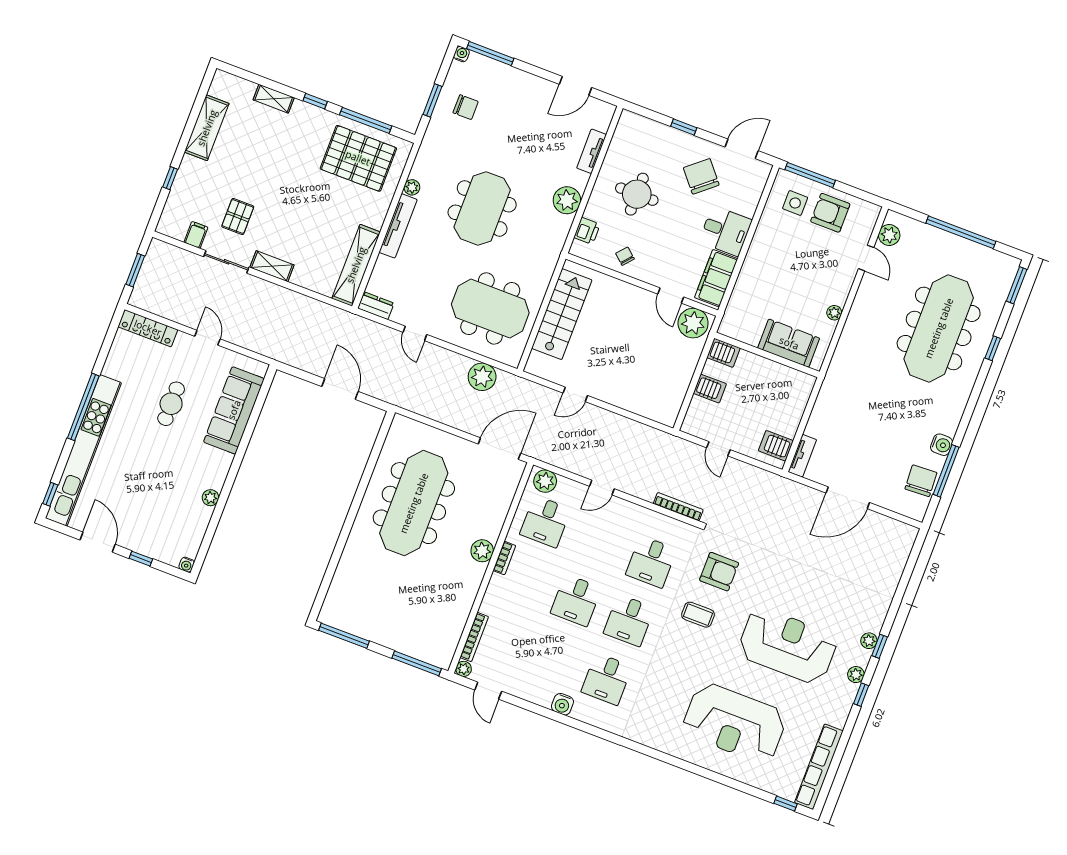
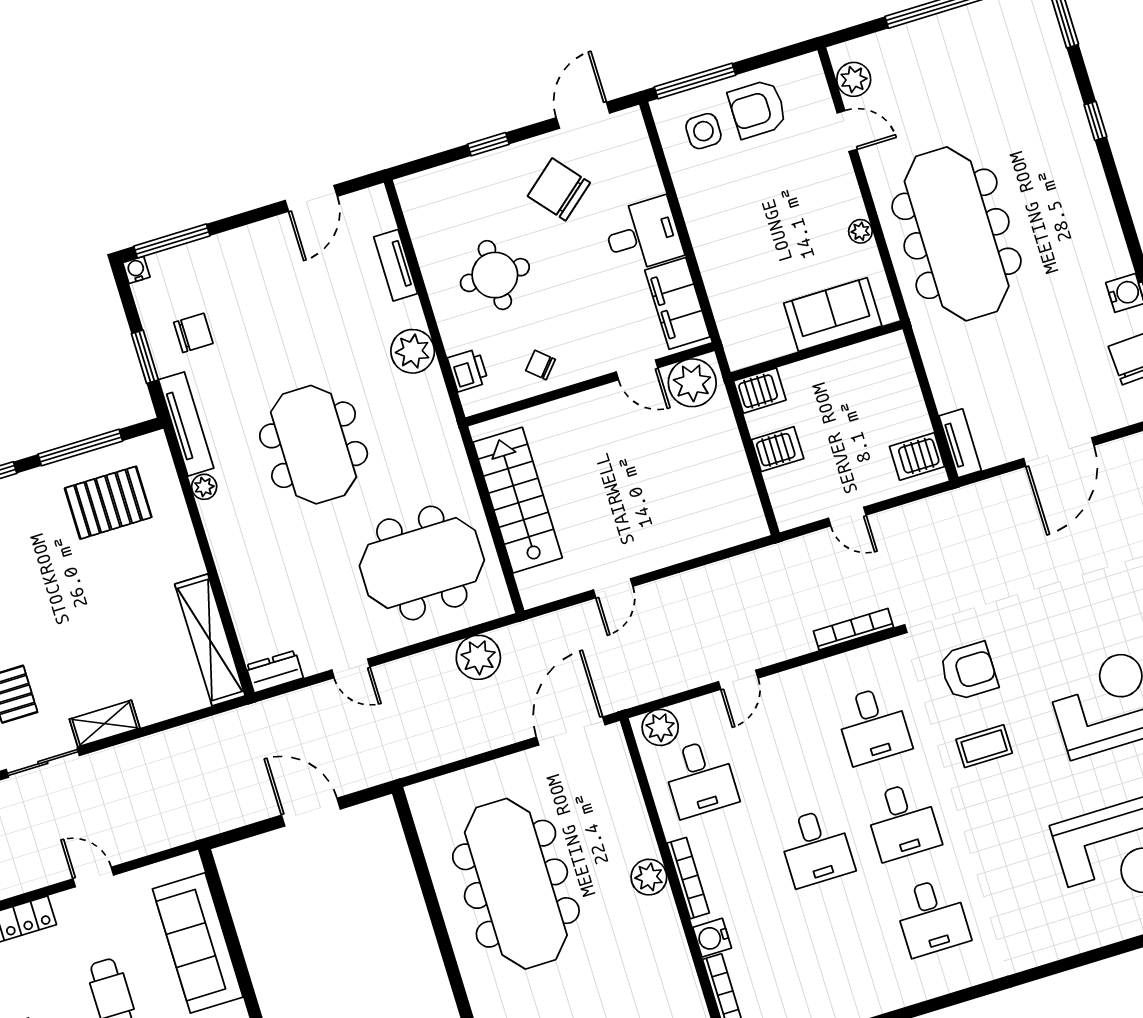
pallet: (358, 158) -> (108, 503), width x0.73, depth x0.71
tv unit: (398, 226) -> (186, 424), moved
meeting table: (939, 328) -> (957, 234), moved
bookcase: (504, 558) -> (688, 878), width x1.56
water cooler: (562, 704) -> (712, 938), moved, turned 90

